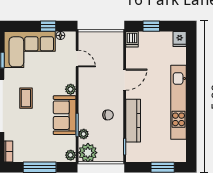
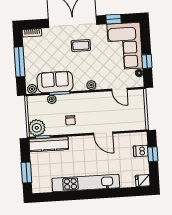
dishwasher: (132, 39) -> (141, 151), moved
door: (77, 59) -> (119, 89), hinge flipped
sofa: (65, 115) -> (55, 82), moved
kitchen counter: (133, 121) -> (49, 144), moved
plant: (88, 153) -> (37, 128), moved

